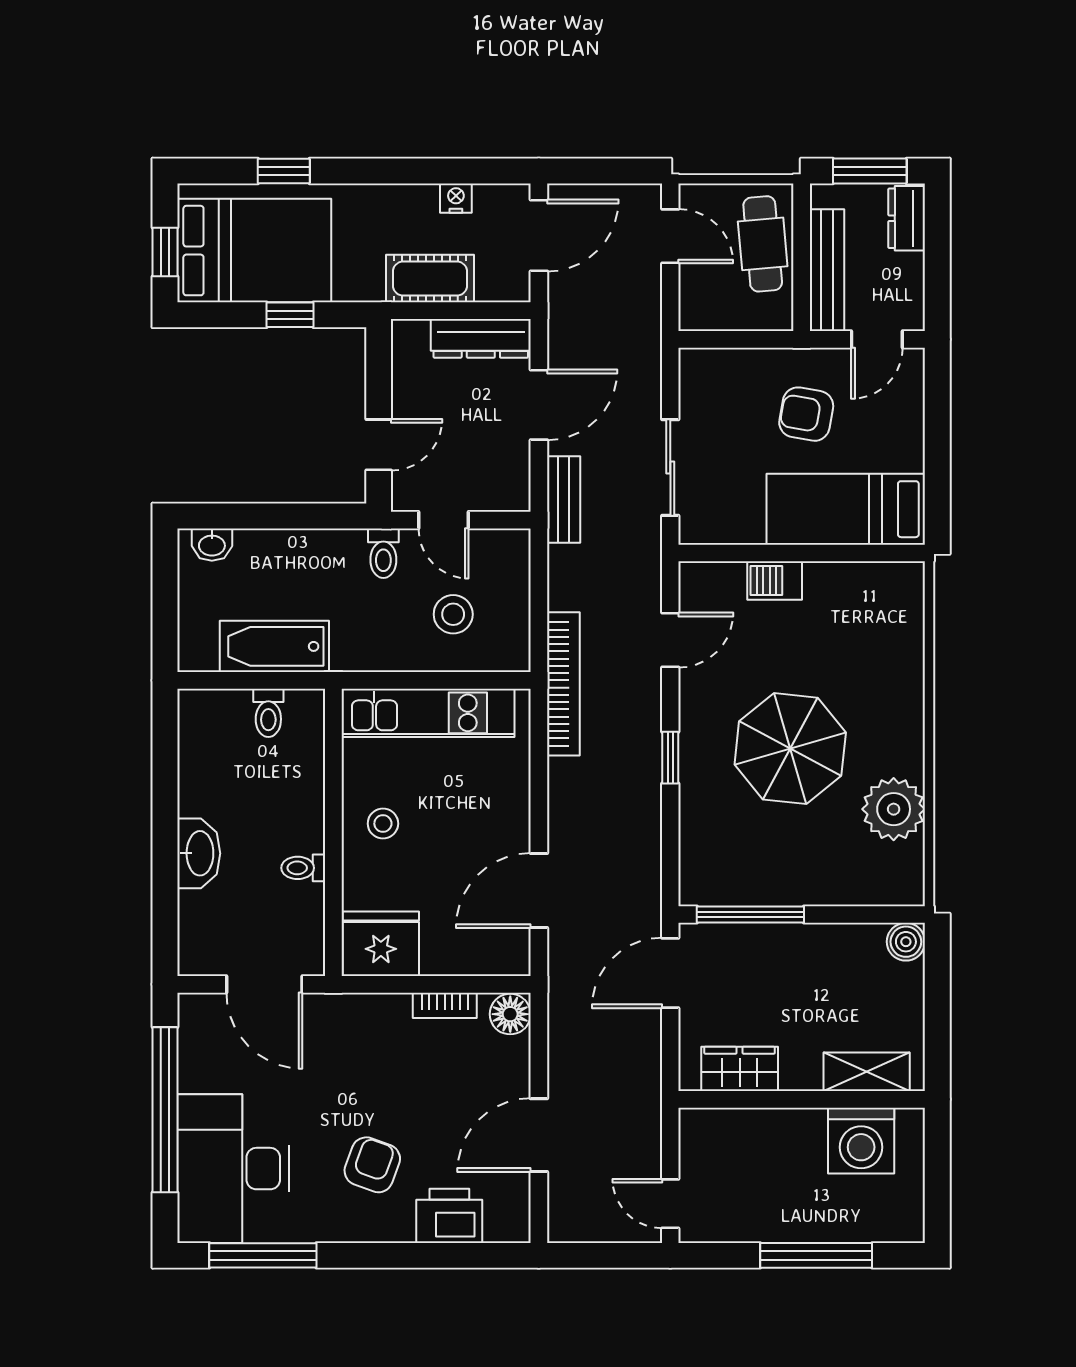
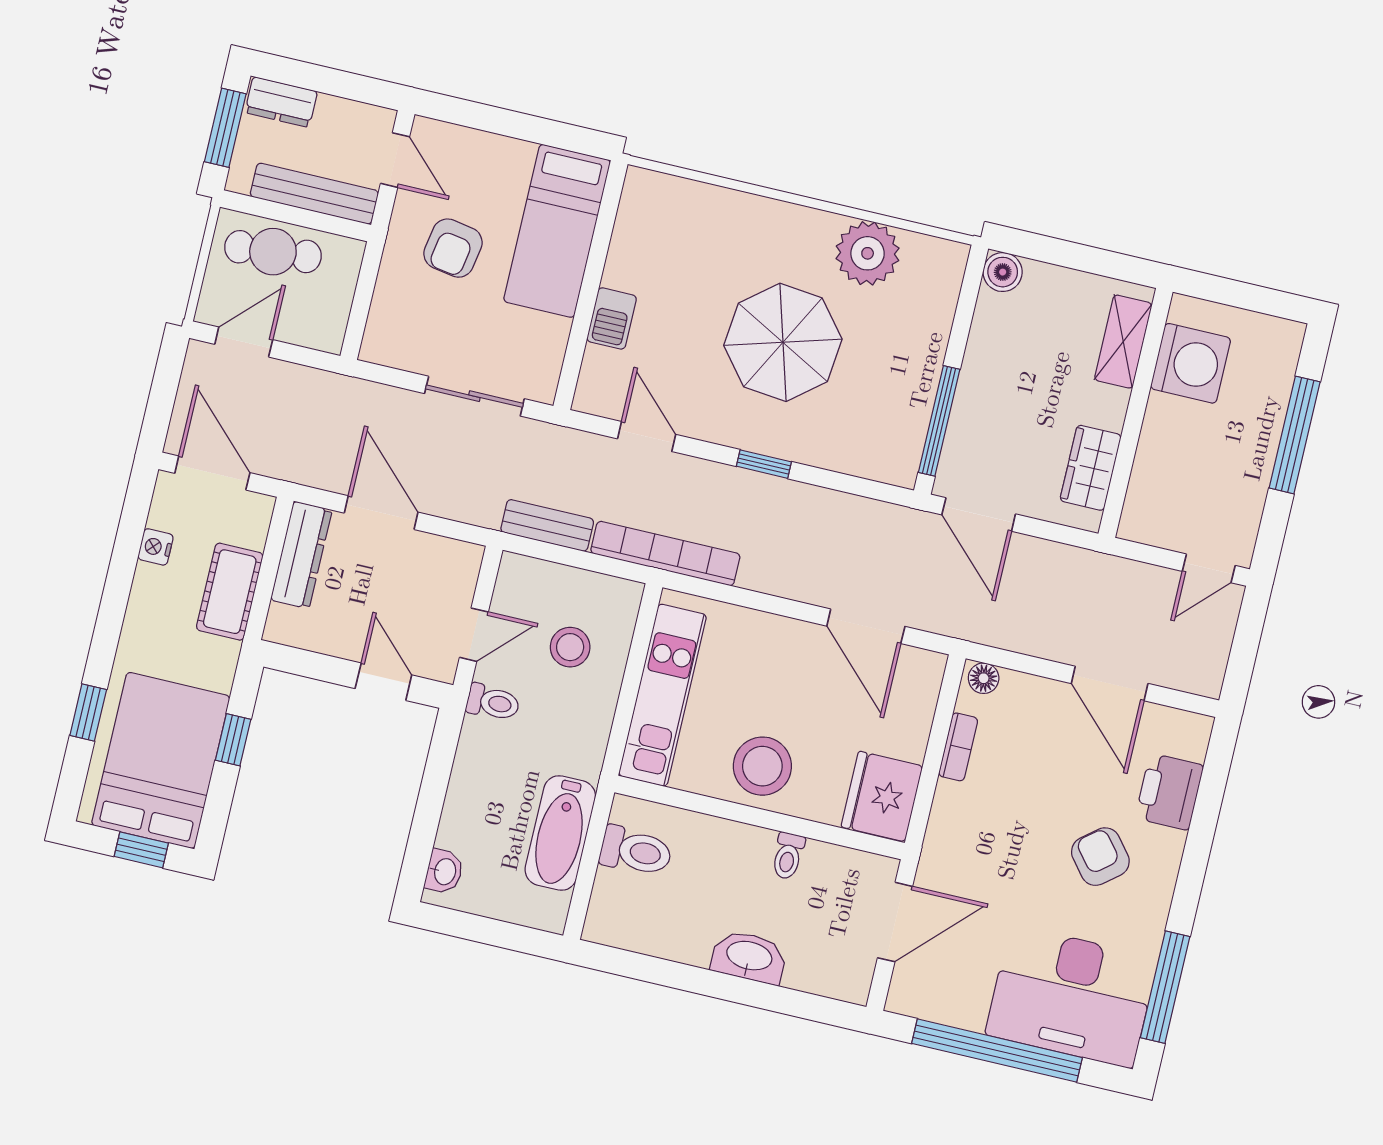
bench: (564, 500) -> (547, 525), moved
toilet: (268, 713) -> (636, 851), width x1.37, depth x1.39
stool: (383, 824) -> (762, 766), width x1.89, depth x1.89
floor lamp: (510, 1014) -> (984, 678), width x0.73, depth x0.73
armchair: (372, 1165) -> (1100, 857), turned 31

